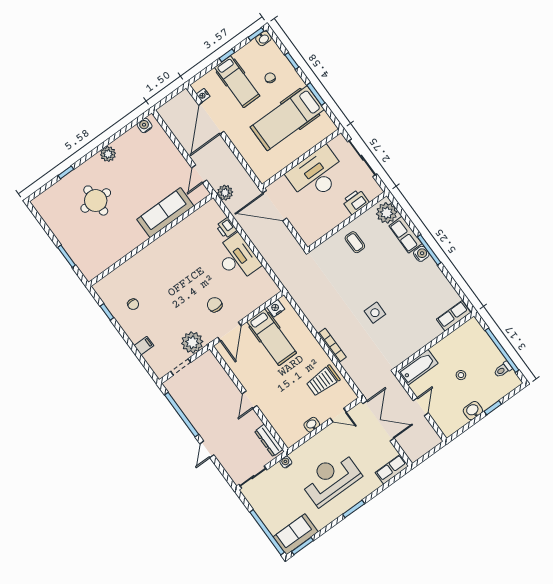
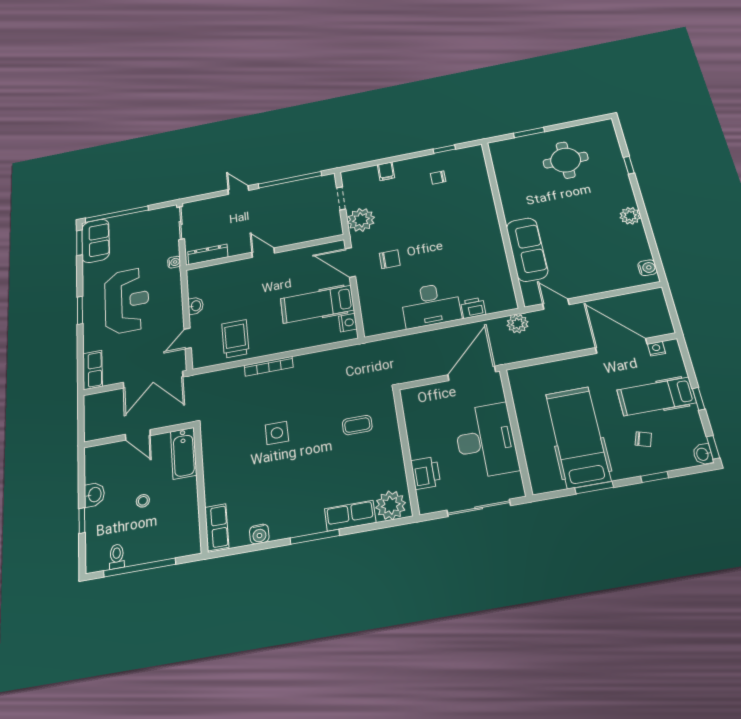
round table: (96, 201) -> (566, 160), moved
coffee table: (355, 242) -> (357, 425), moved
water cooler: (421, 254) -> (259, 534), moved

